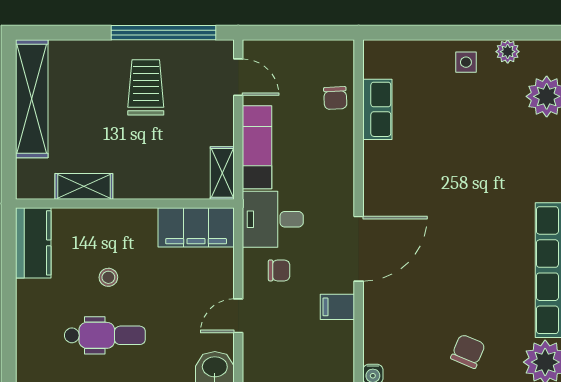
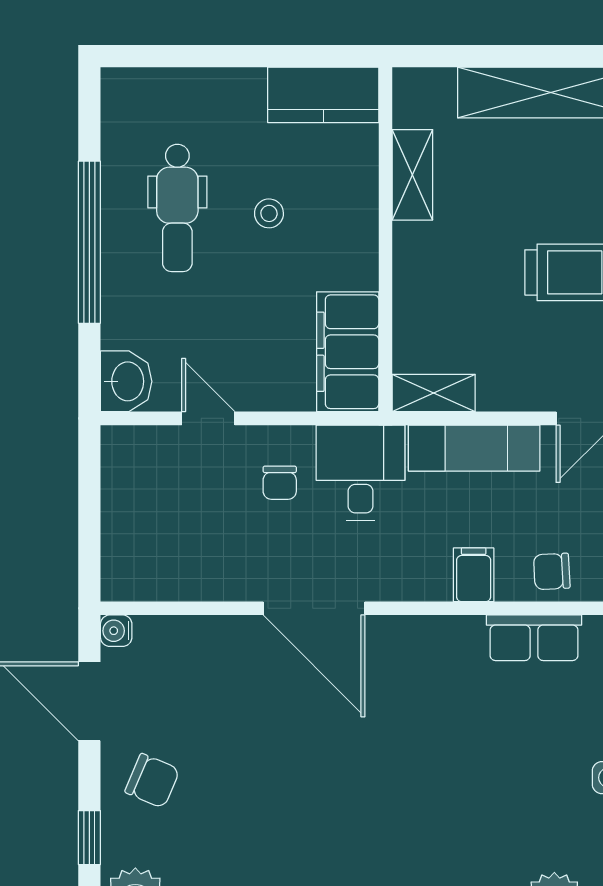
filing cabinet: (337, 307) -> (474, 575), moved

